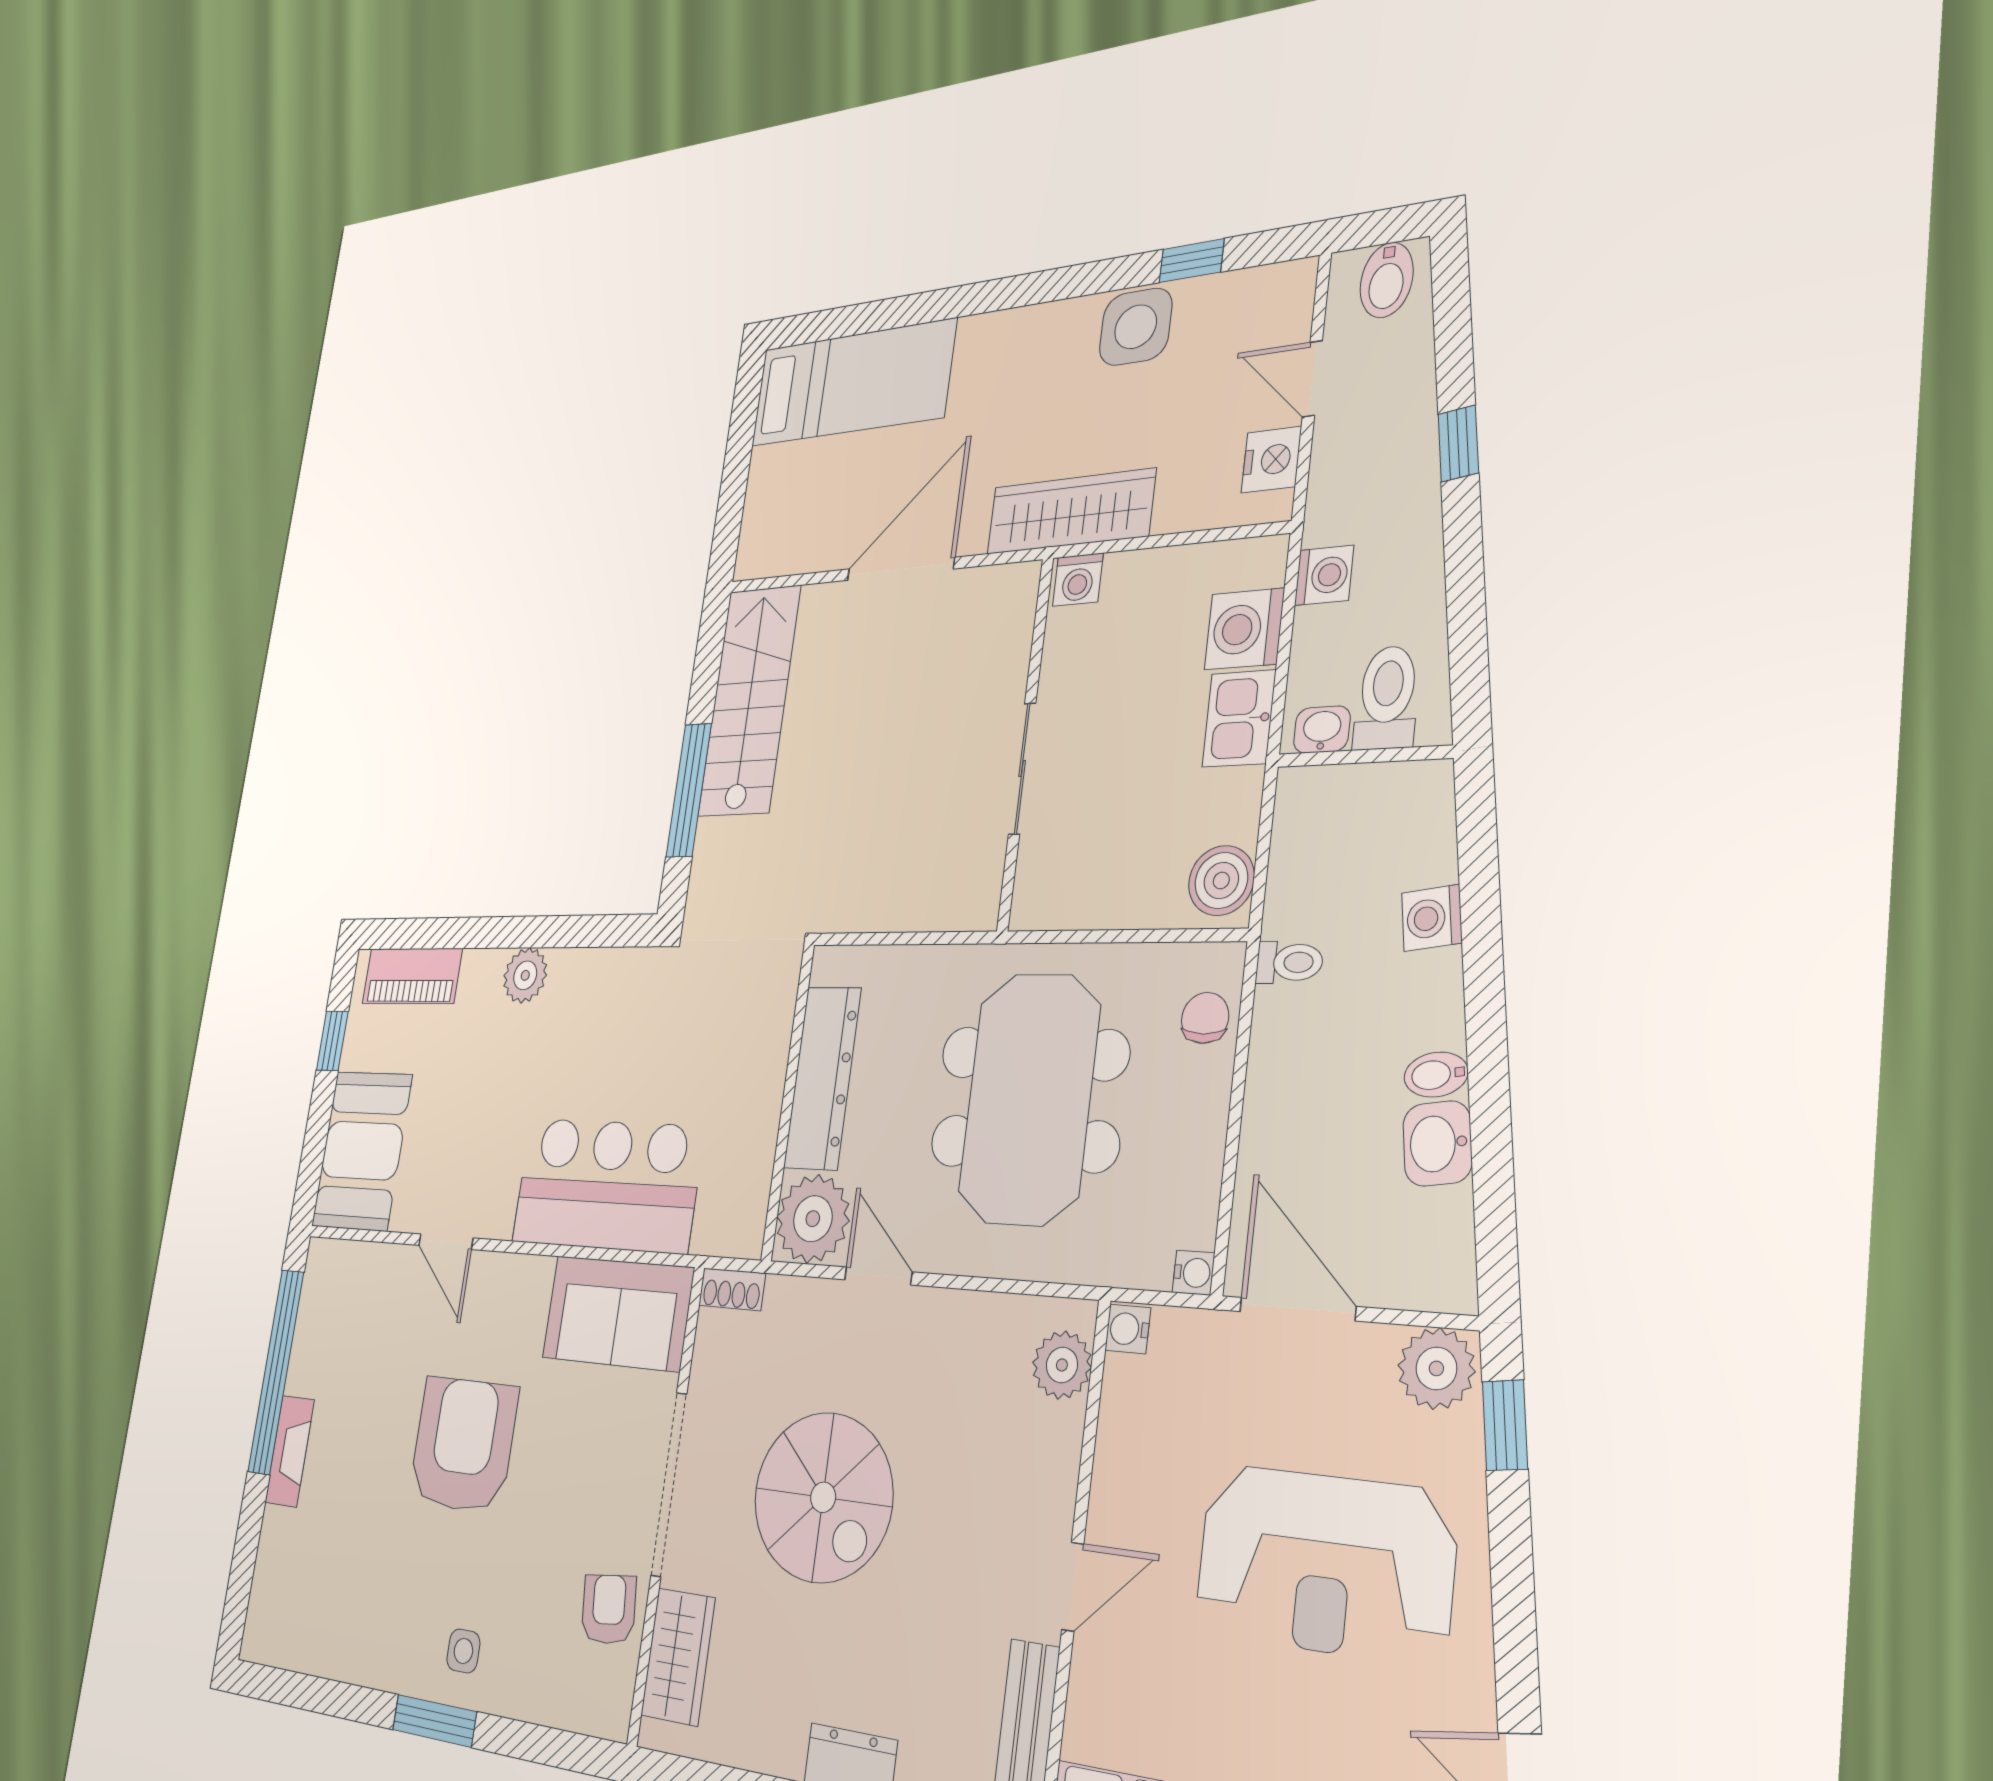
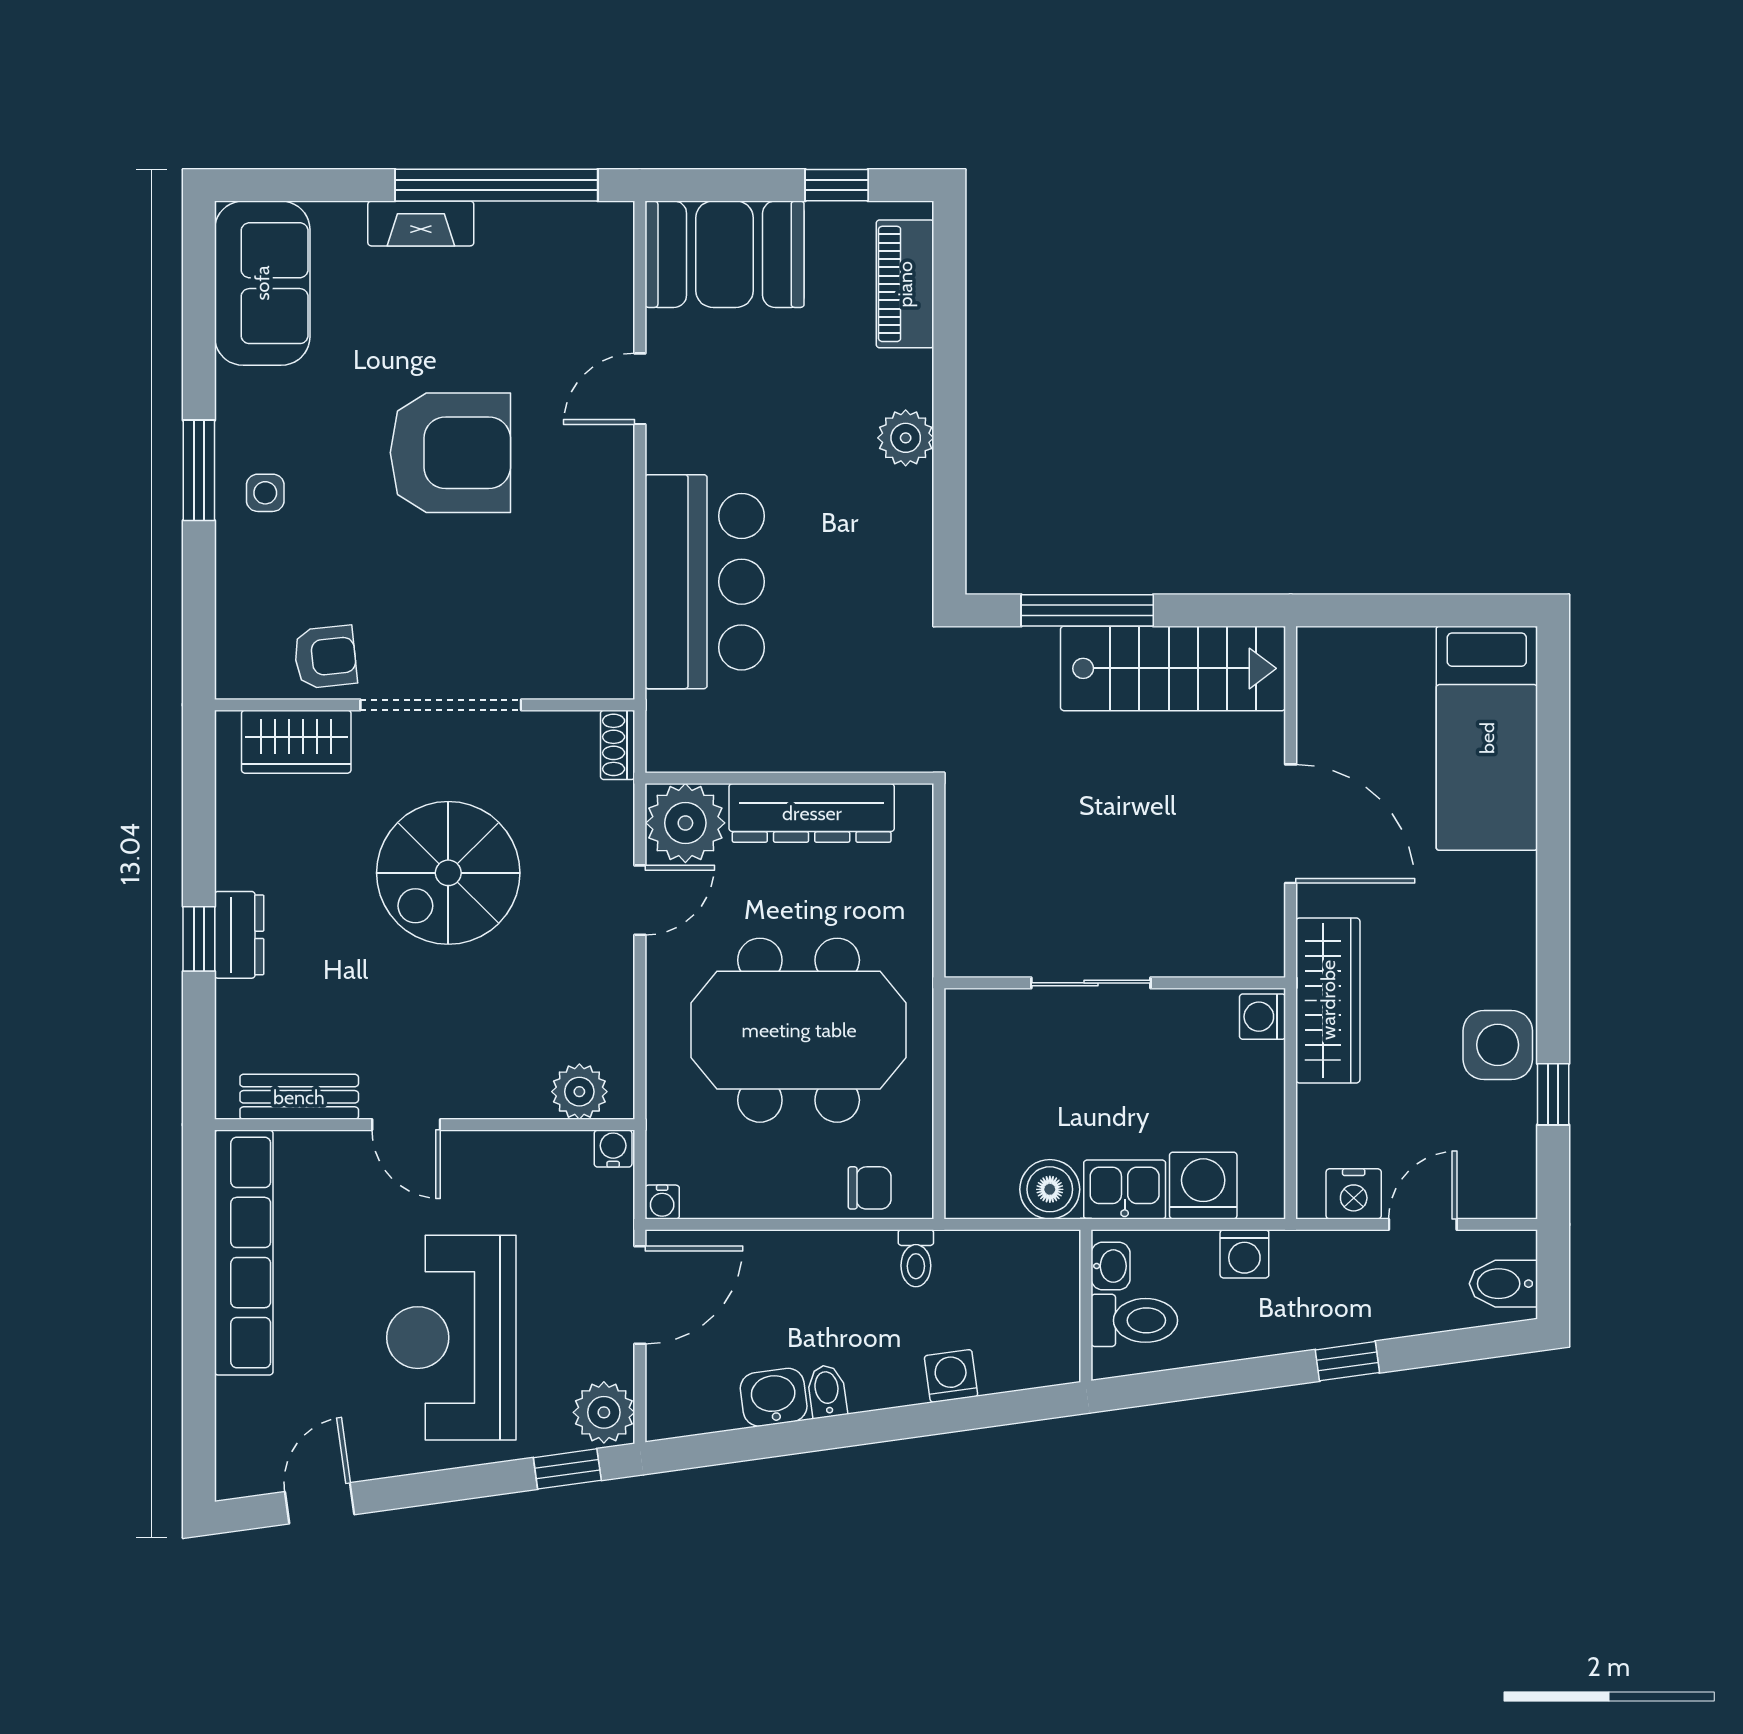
boiler: (1221, 881) -> (1050, 1189), moved
sofa: (618, 1313) -> (262, 283), moved, turned 180

